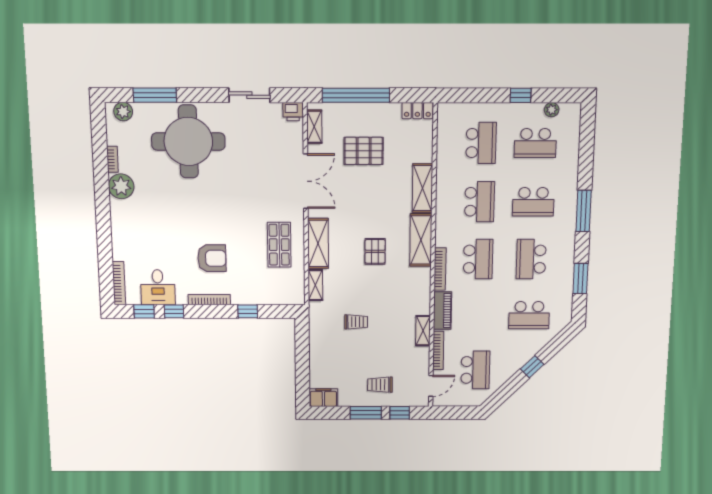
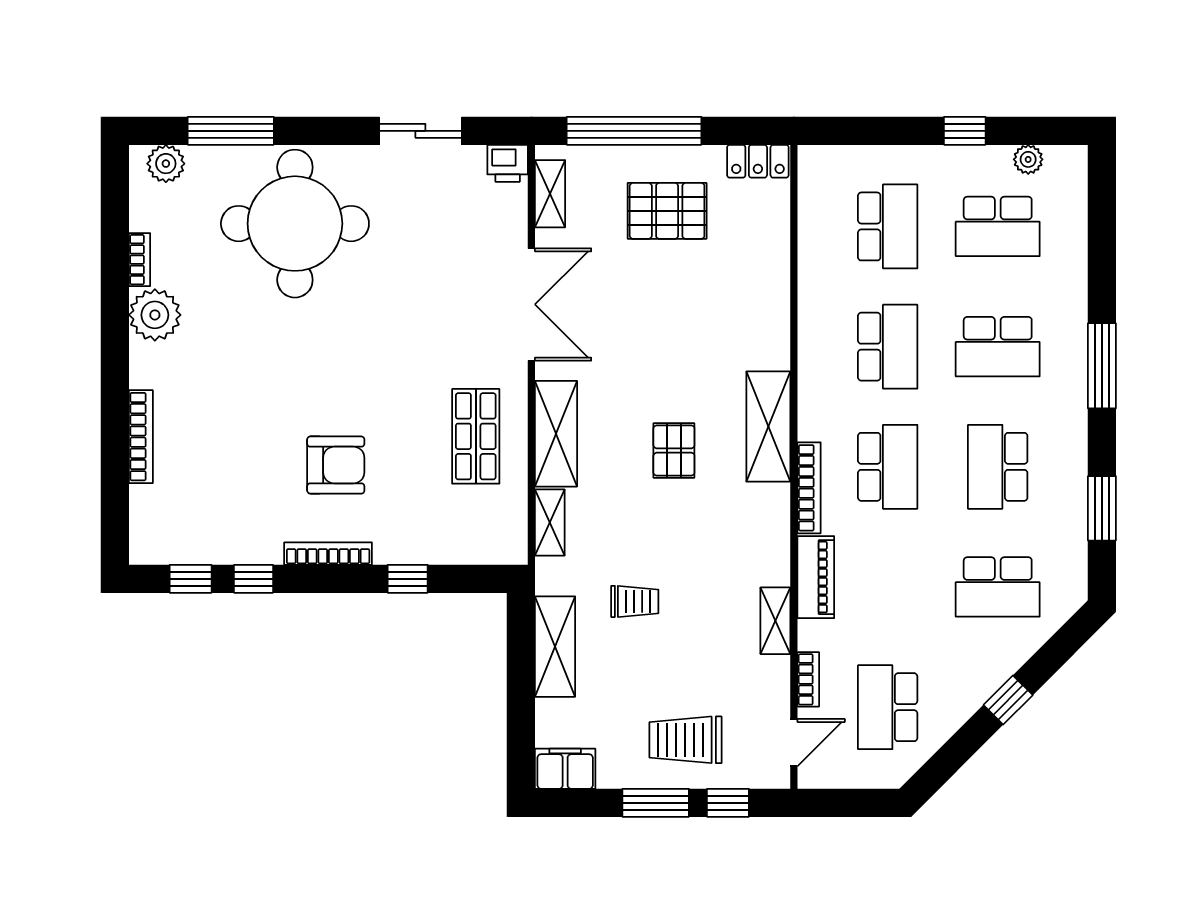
pallet: (364, 151) -> (667, 211), moved
shelving: (423, 188) -> (555, 647), moved
bookcase: (119, 283) -> (141, 437), moved
desk: (158, 287) -> (222, 527), removed
bookcase: (438, 350) -> (808, 679), width x0.64
school desk: (475, 370) -> (888, 707), turned 180
trolley: (380, 385) -> (686, 740), width x1.36, depth x1.39

